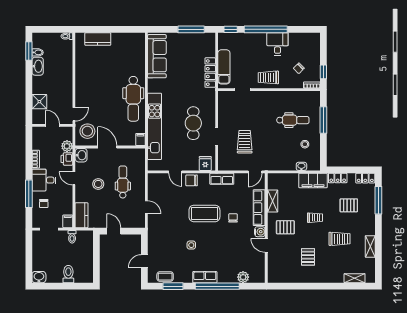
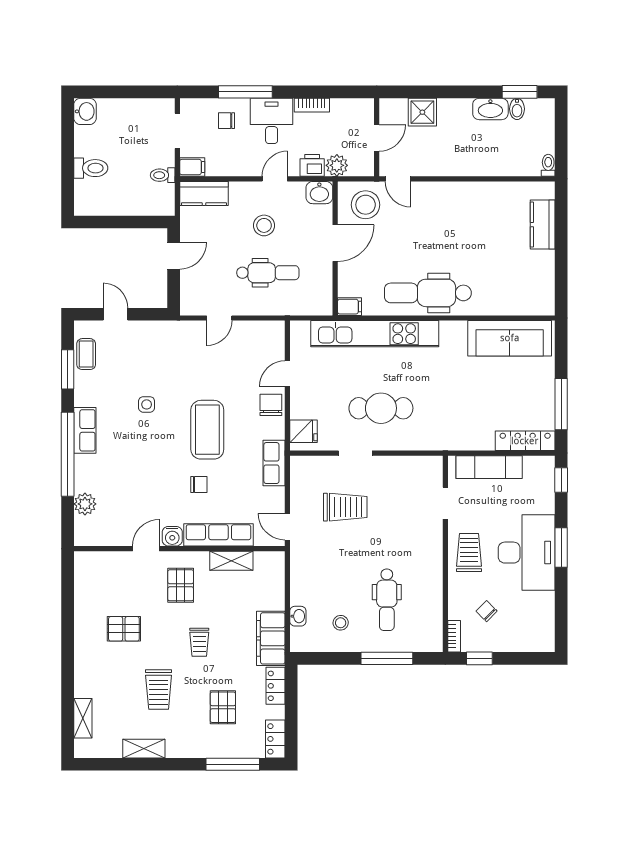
window: (266, 29) -> (561, 548), width x0.47
desk: (277, 44) -> (527, 553), width x1.87, depth x1.30
locker: (210, 73) -> (525, 441), moved

